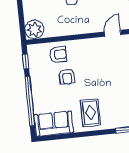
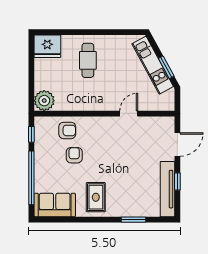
armchair: (67, 76) -> (74, 155), turned 180

